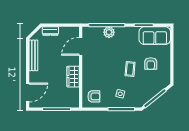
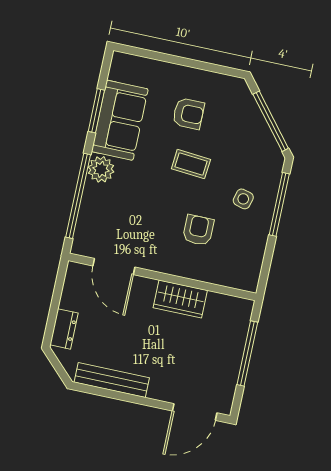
plant: (109, 32) -> (101, 169), moved
sofa: (155, 36) -> (120, 120), moved
door: (28, 93) -> (195, 412), swing flipped
armchair: (94, 96) -> (198, 230), moved

